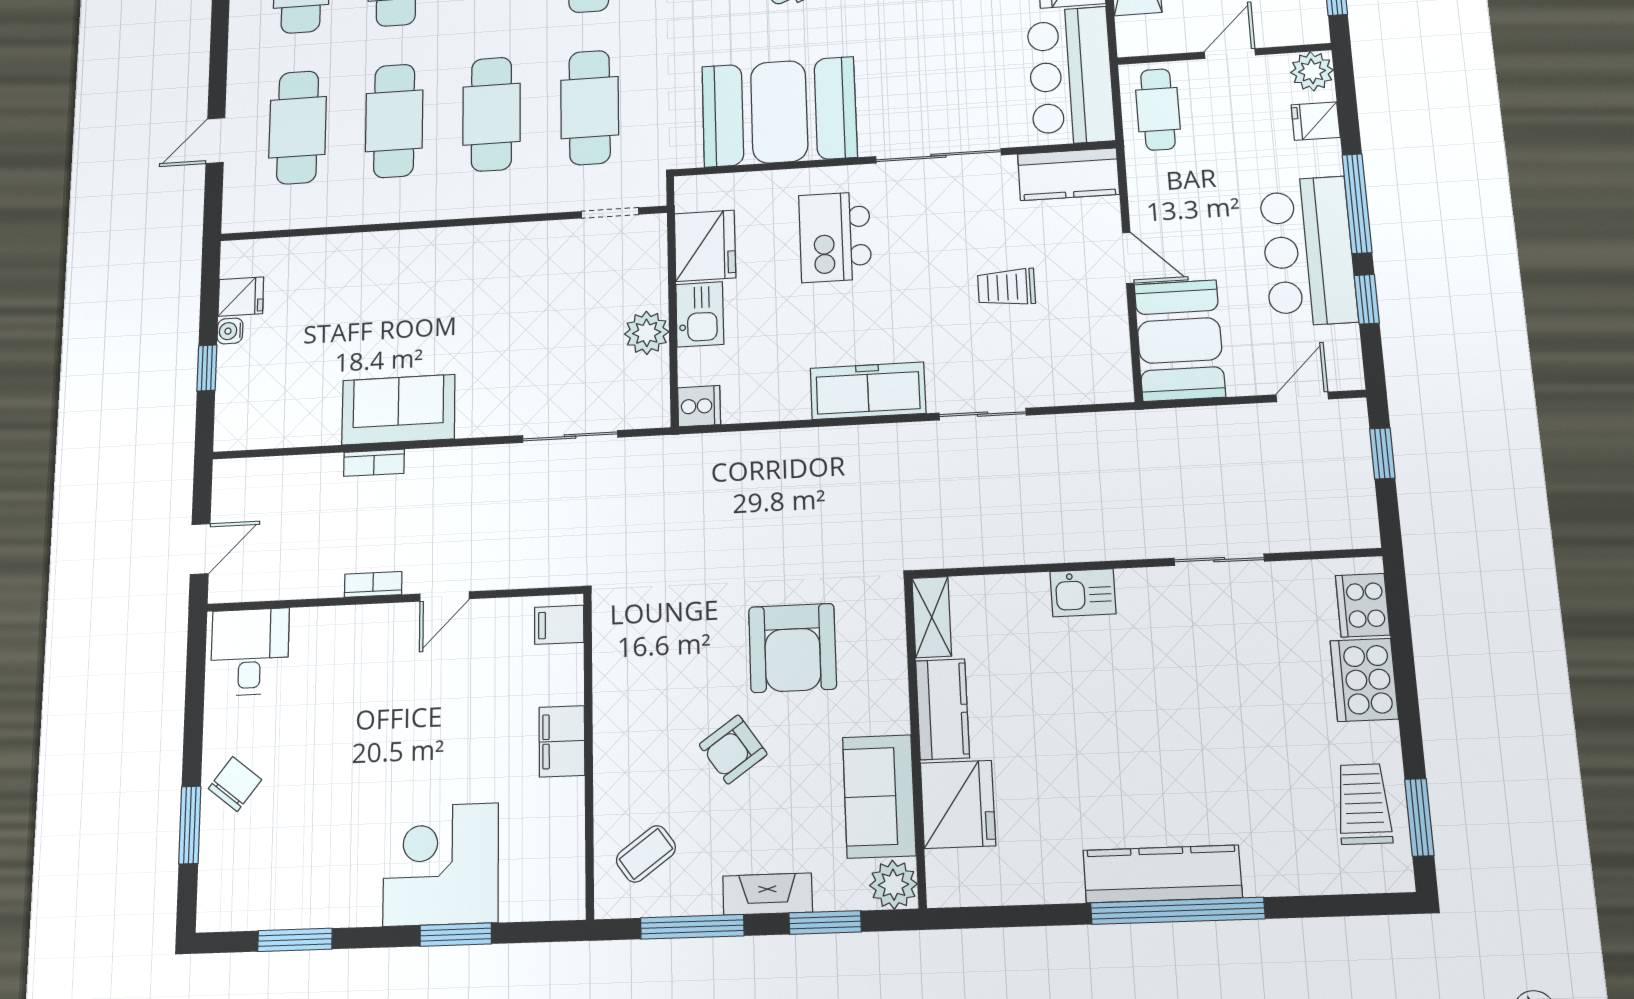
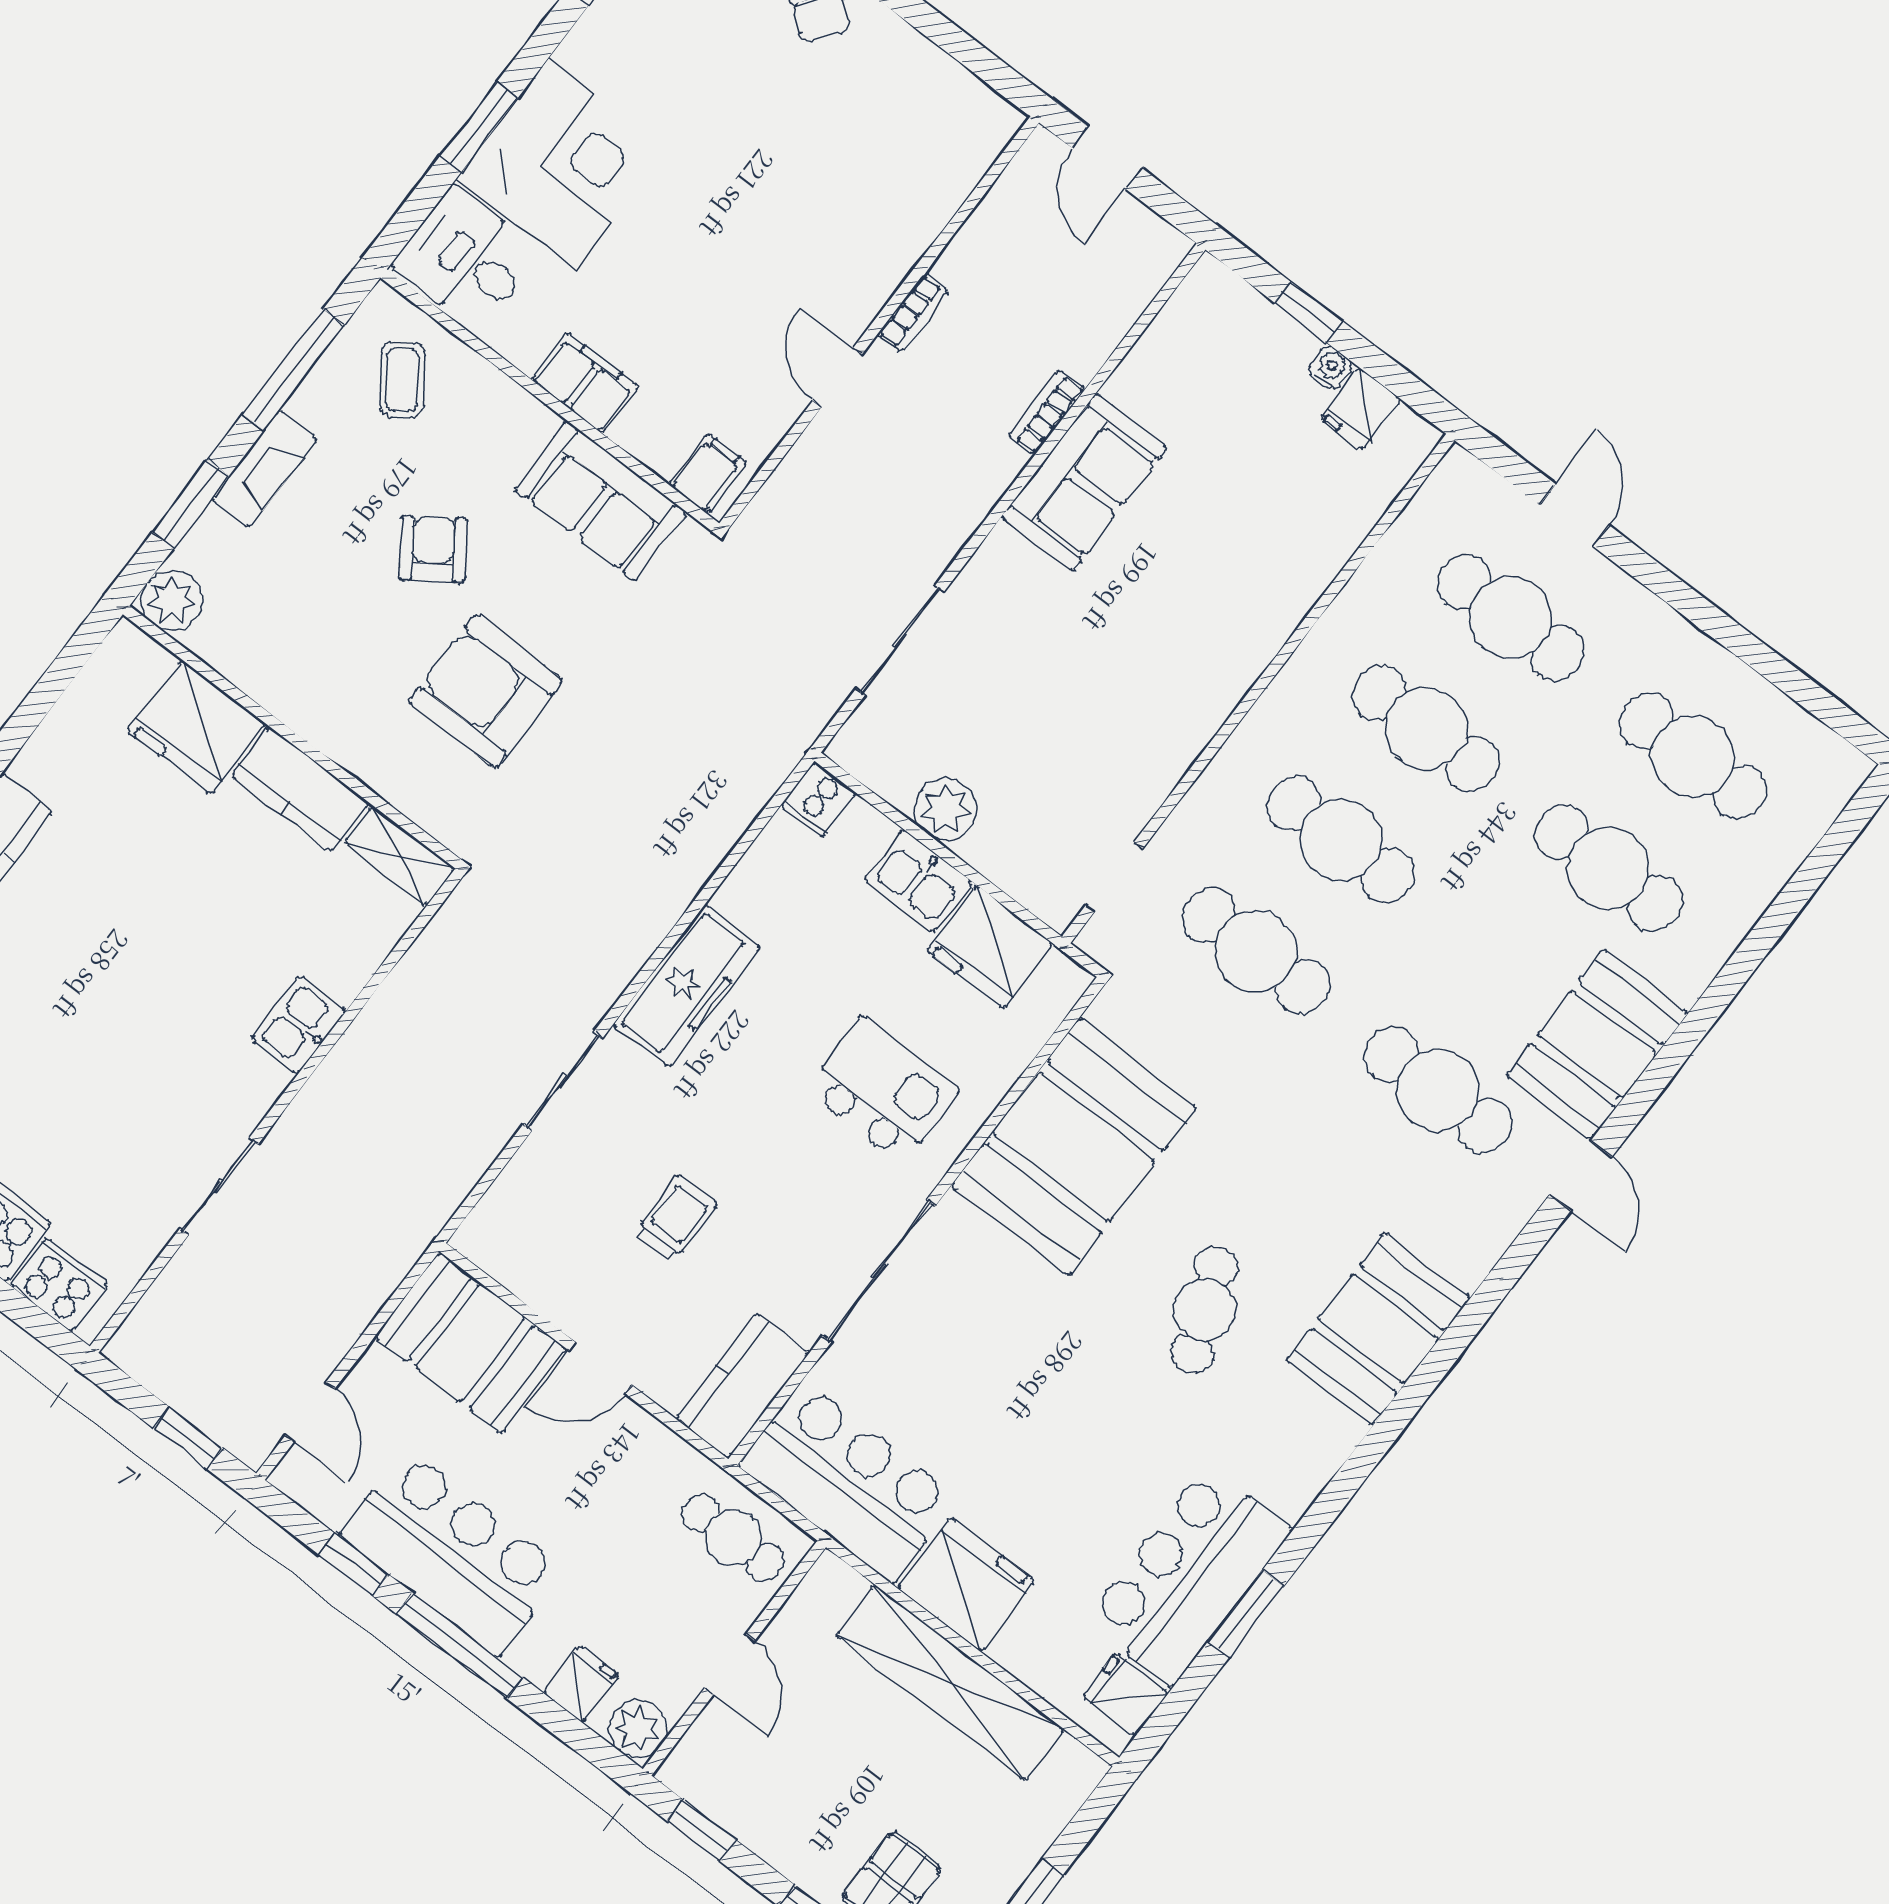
desk: (250, 652) -> (467, 259), moved, turned 180
sofa: (879, 796) -> (601, 501), moved, turned 180

